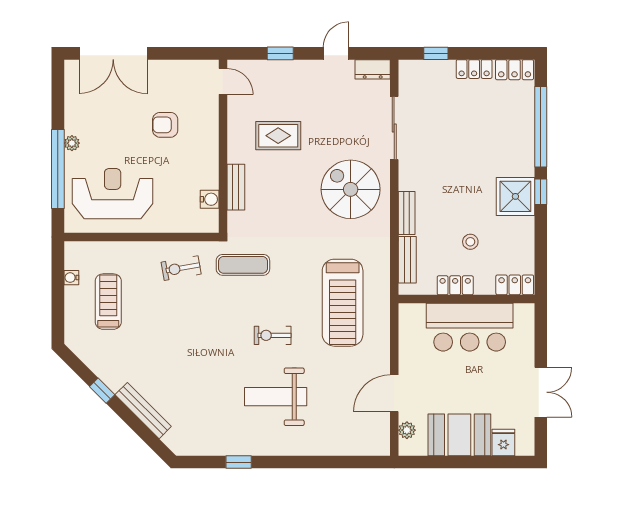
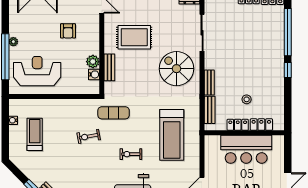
armchair: (165, 125) -> (68, 31), turned -90
rug: (278, 136) -> (134, 37), width x1.36, depth x1.43
plant: (208, 177) -> (93, 62), added
shower: (515, 196) -> (273, 73), removed
exercise bike: (181, 268) -> (89, 136), moved
locker: (515, 285) -> (261, 125), moved

